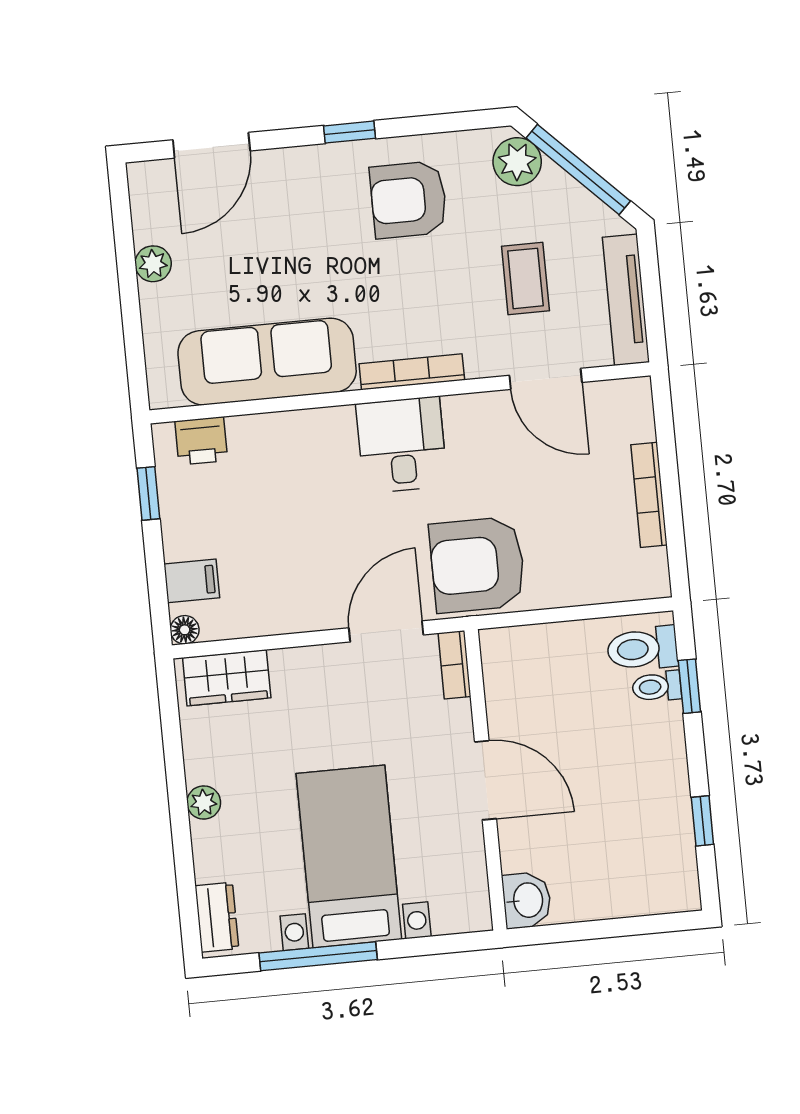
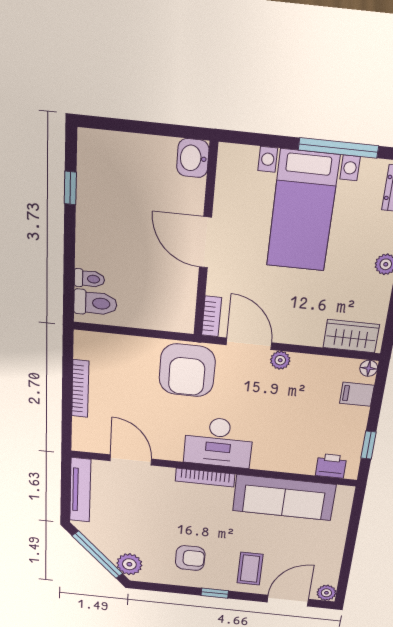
armchair: (408, 200) -> (190, 558), width x0.72, depth x0.72
plant: (153, 264) -> (326, 593), moved
coffee table: (525, 278) -> (250, 569), moved
desk: (402, 445) -> (218, 442), width x1.37
armchair: (477, 565) -> (187, 370), turned 90
plant: (330, 614) -> (280, 360), added
door: (386, 631) -> (249, 344), swing flipped
window: (689, 686) -> (69, 275), removed

